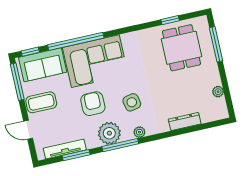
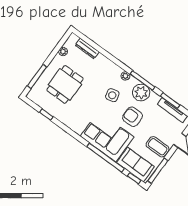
dining table: (181, 48) -> (65, 84), moved
armchair: (93, 104) -> (132, 117), turned 90
dresser: (185, 122) -> (87, 48), moved

